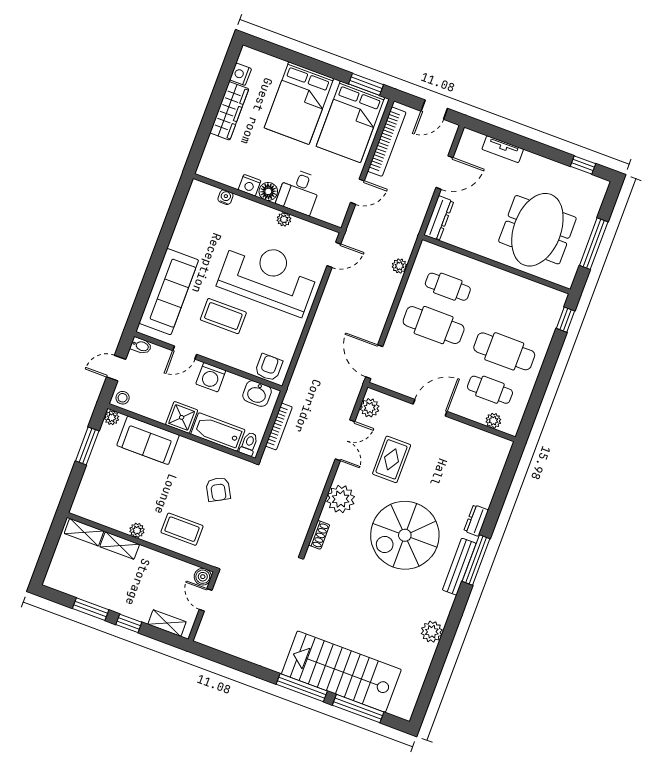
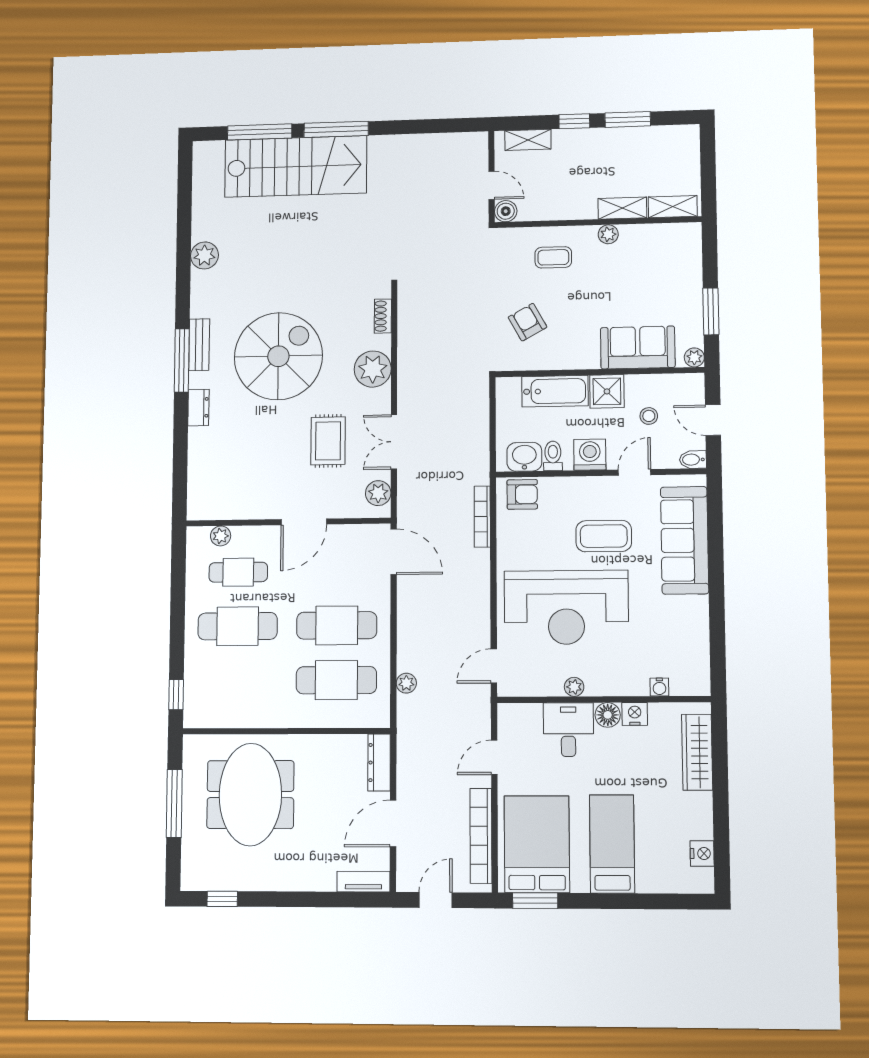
bed: (299, 103) -> (612, 844), width x0.67
wardrobe: (229, 111) -> (697, 752), moved
tv unit: (503, 149) -> (363, 882), moved
cafe table: (448, 287) -> (336, 680), width x1.37, depth x1.35
armchair: (269, 367) -> (522, 494), turned -90
door: (116, 368) -> (713, 420), swing flipped
stool: (123, 398) -> (649, 416), moved
bookcase: (279, 426) -> (482, 517), moved
toilet: (249, 444) -> (553, 456), moved, turned 180
coffee table: (182, 529) -> (553, 257), width x0.73, depth x0.77
bench: (459, 567) -> (199, 345), width x0.73

